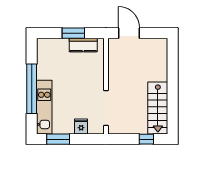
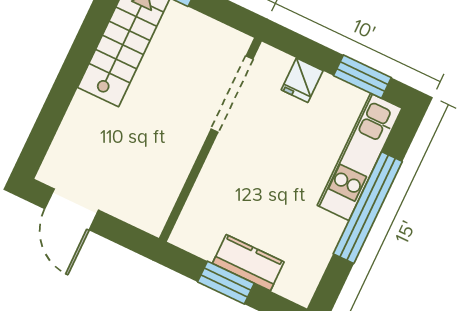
door: (129, 33) -> (72, 209), moved
kitchen counter: (83, 45) -> (248, 263), moved

